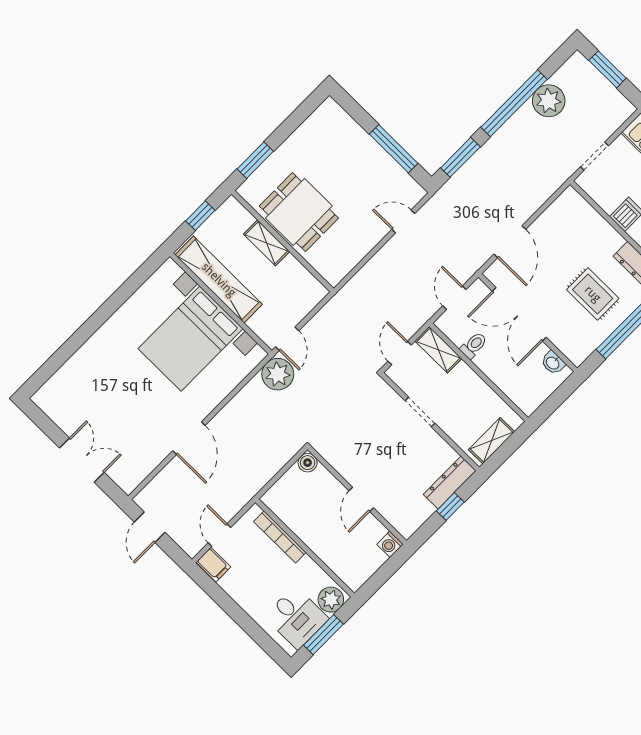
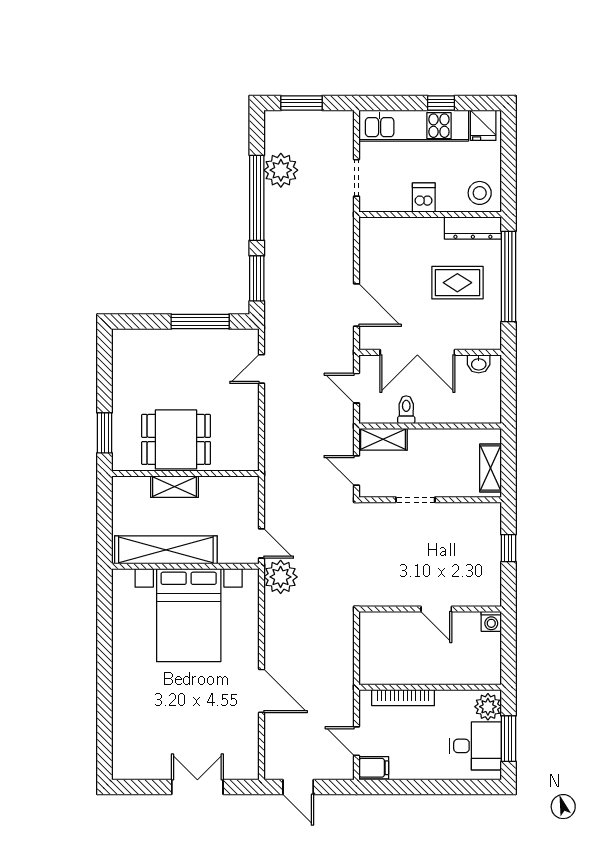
window: (200, 216) -> (105, 515), removed
boiler: (308, 463) -> (369, 621), removed
dresser: (450, 482) -> (490, 531), removed

